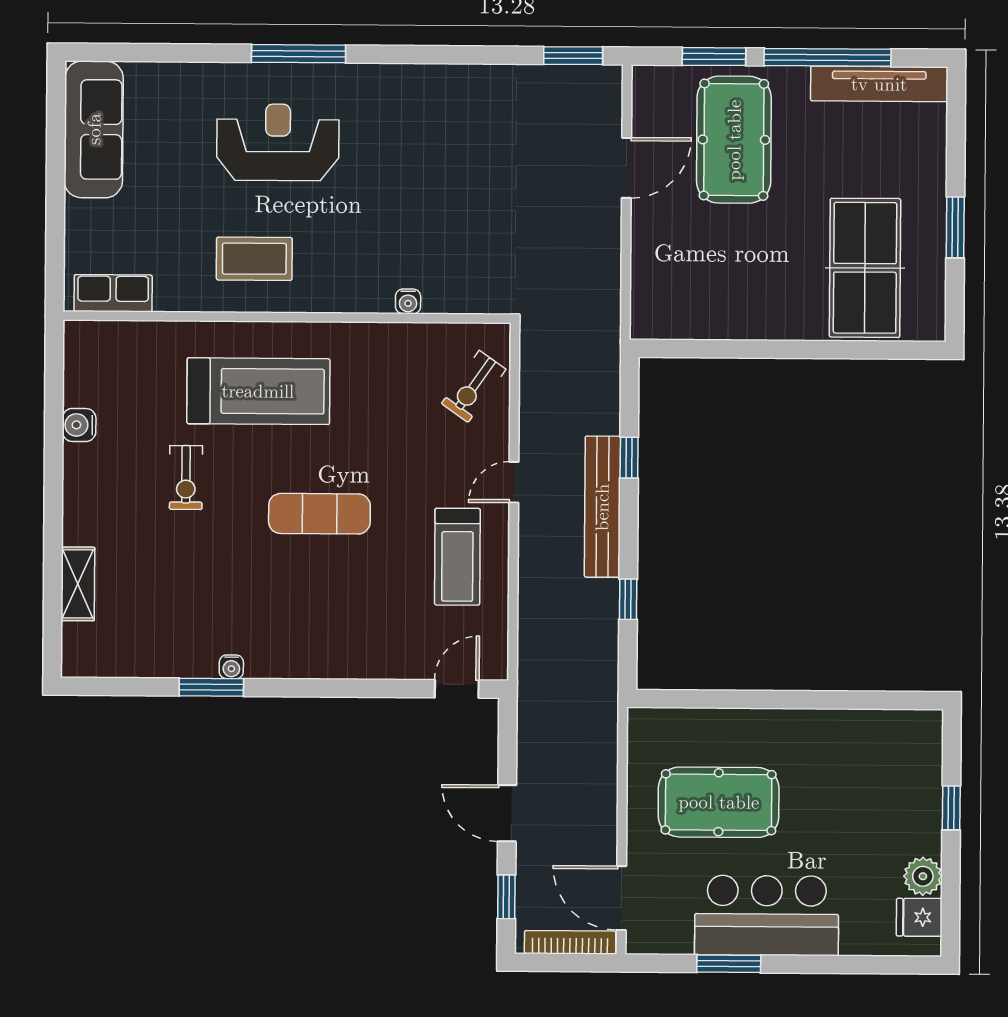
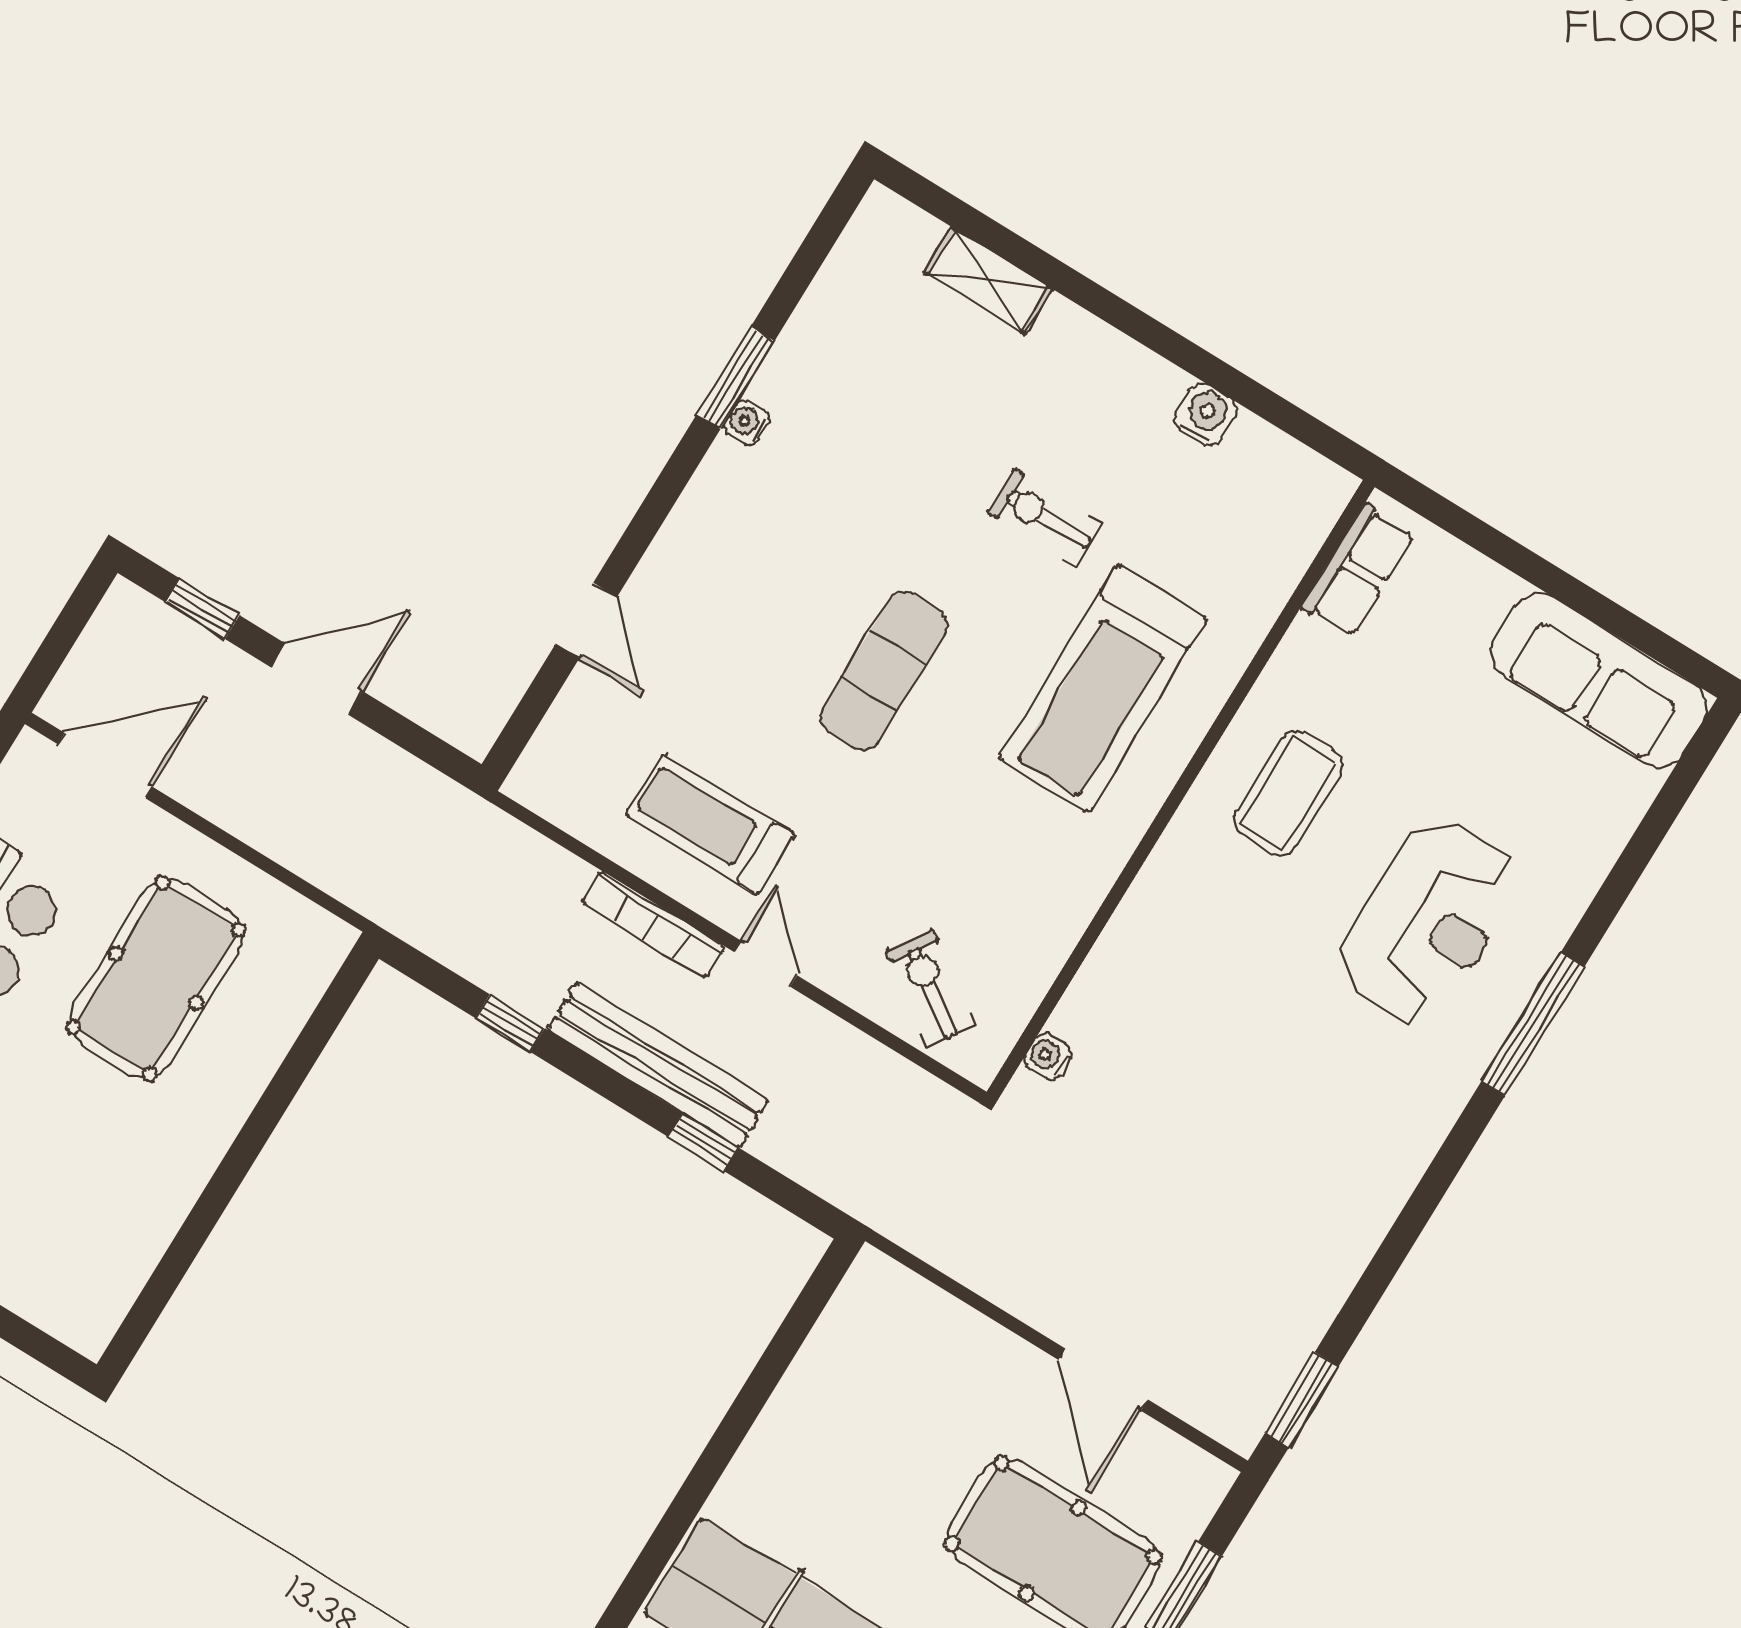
water cooler: (408, 301) -> (1048, 1056), moved
door: (457, 689) -> (586, 620), moved
bookcase: (570, 942) -> (653, 924), moved, turned 90

